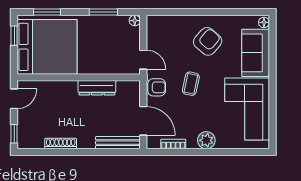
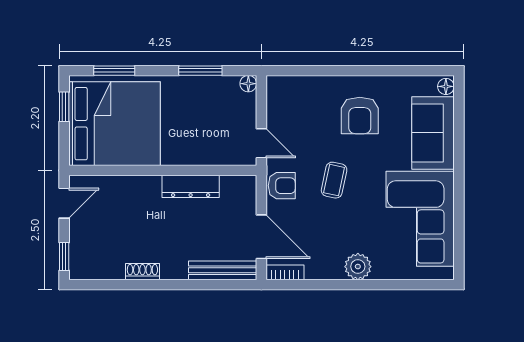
armchair: (208, 41) -> (360, 116), turned 139
shoe rack: (61, 144) -> (142, 272), width x0.70
bookcase: (173, 144) -> (285, 272), moved

